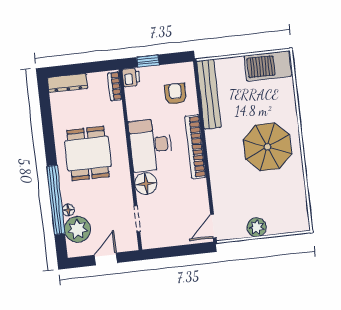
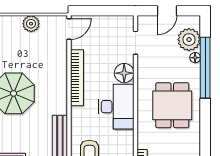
bookcase: (195, 147) -> (77, 78), moved

